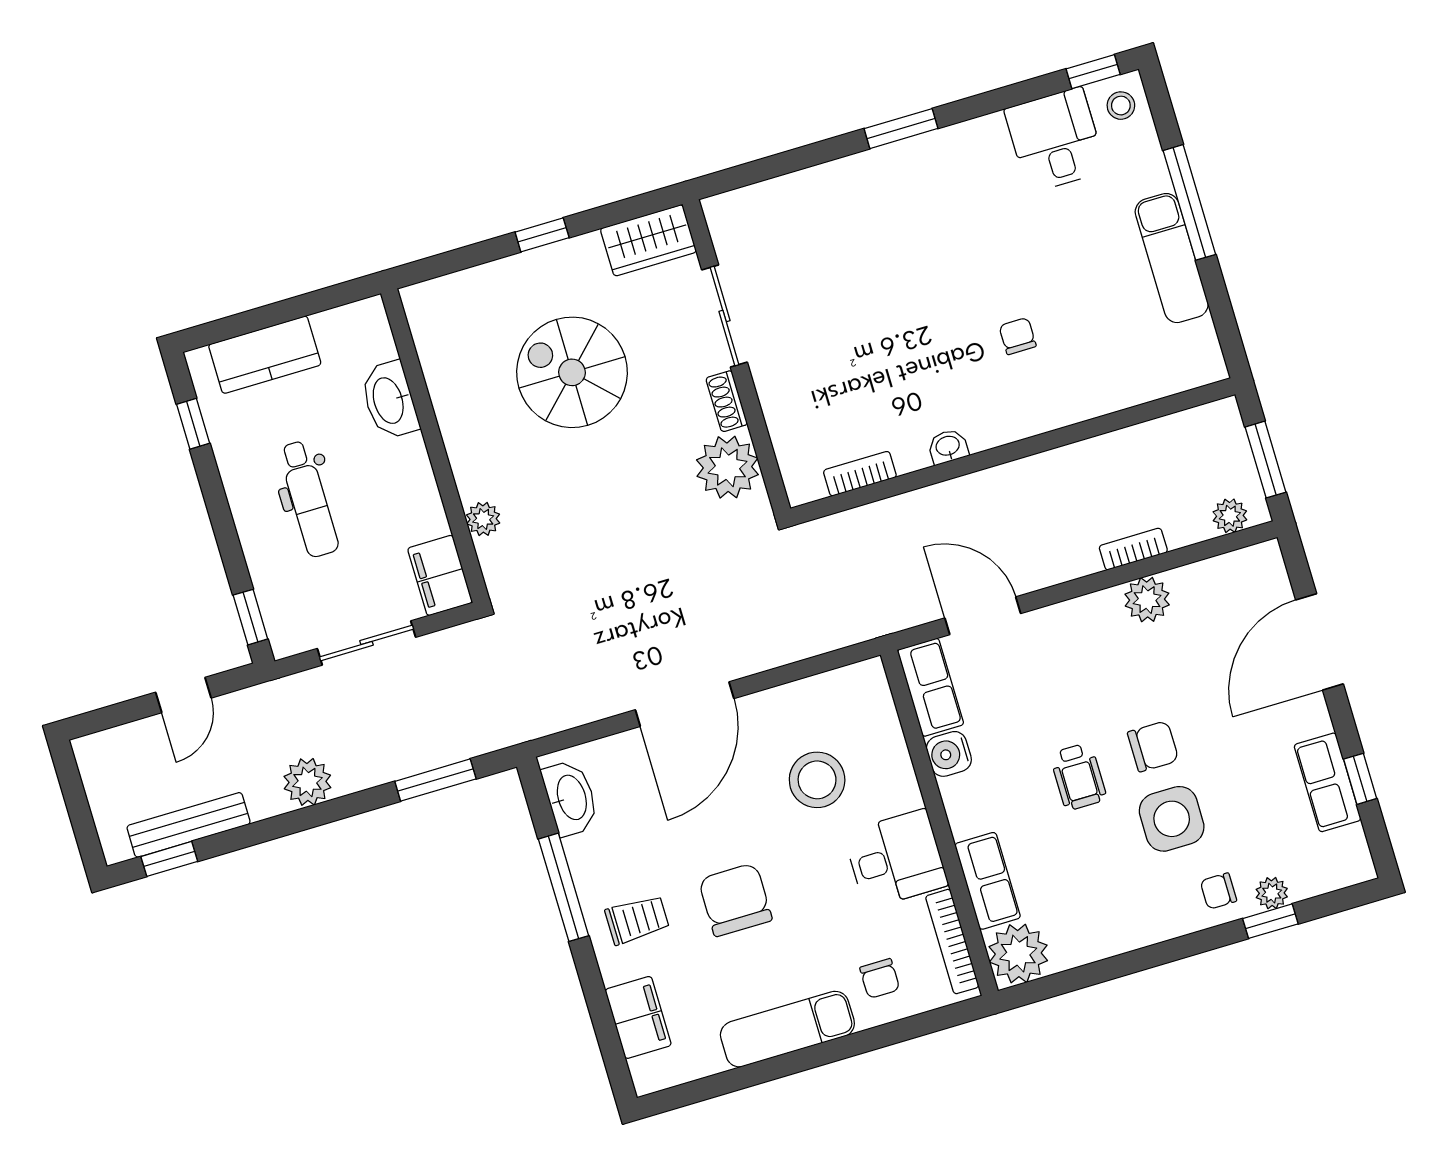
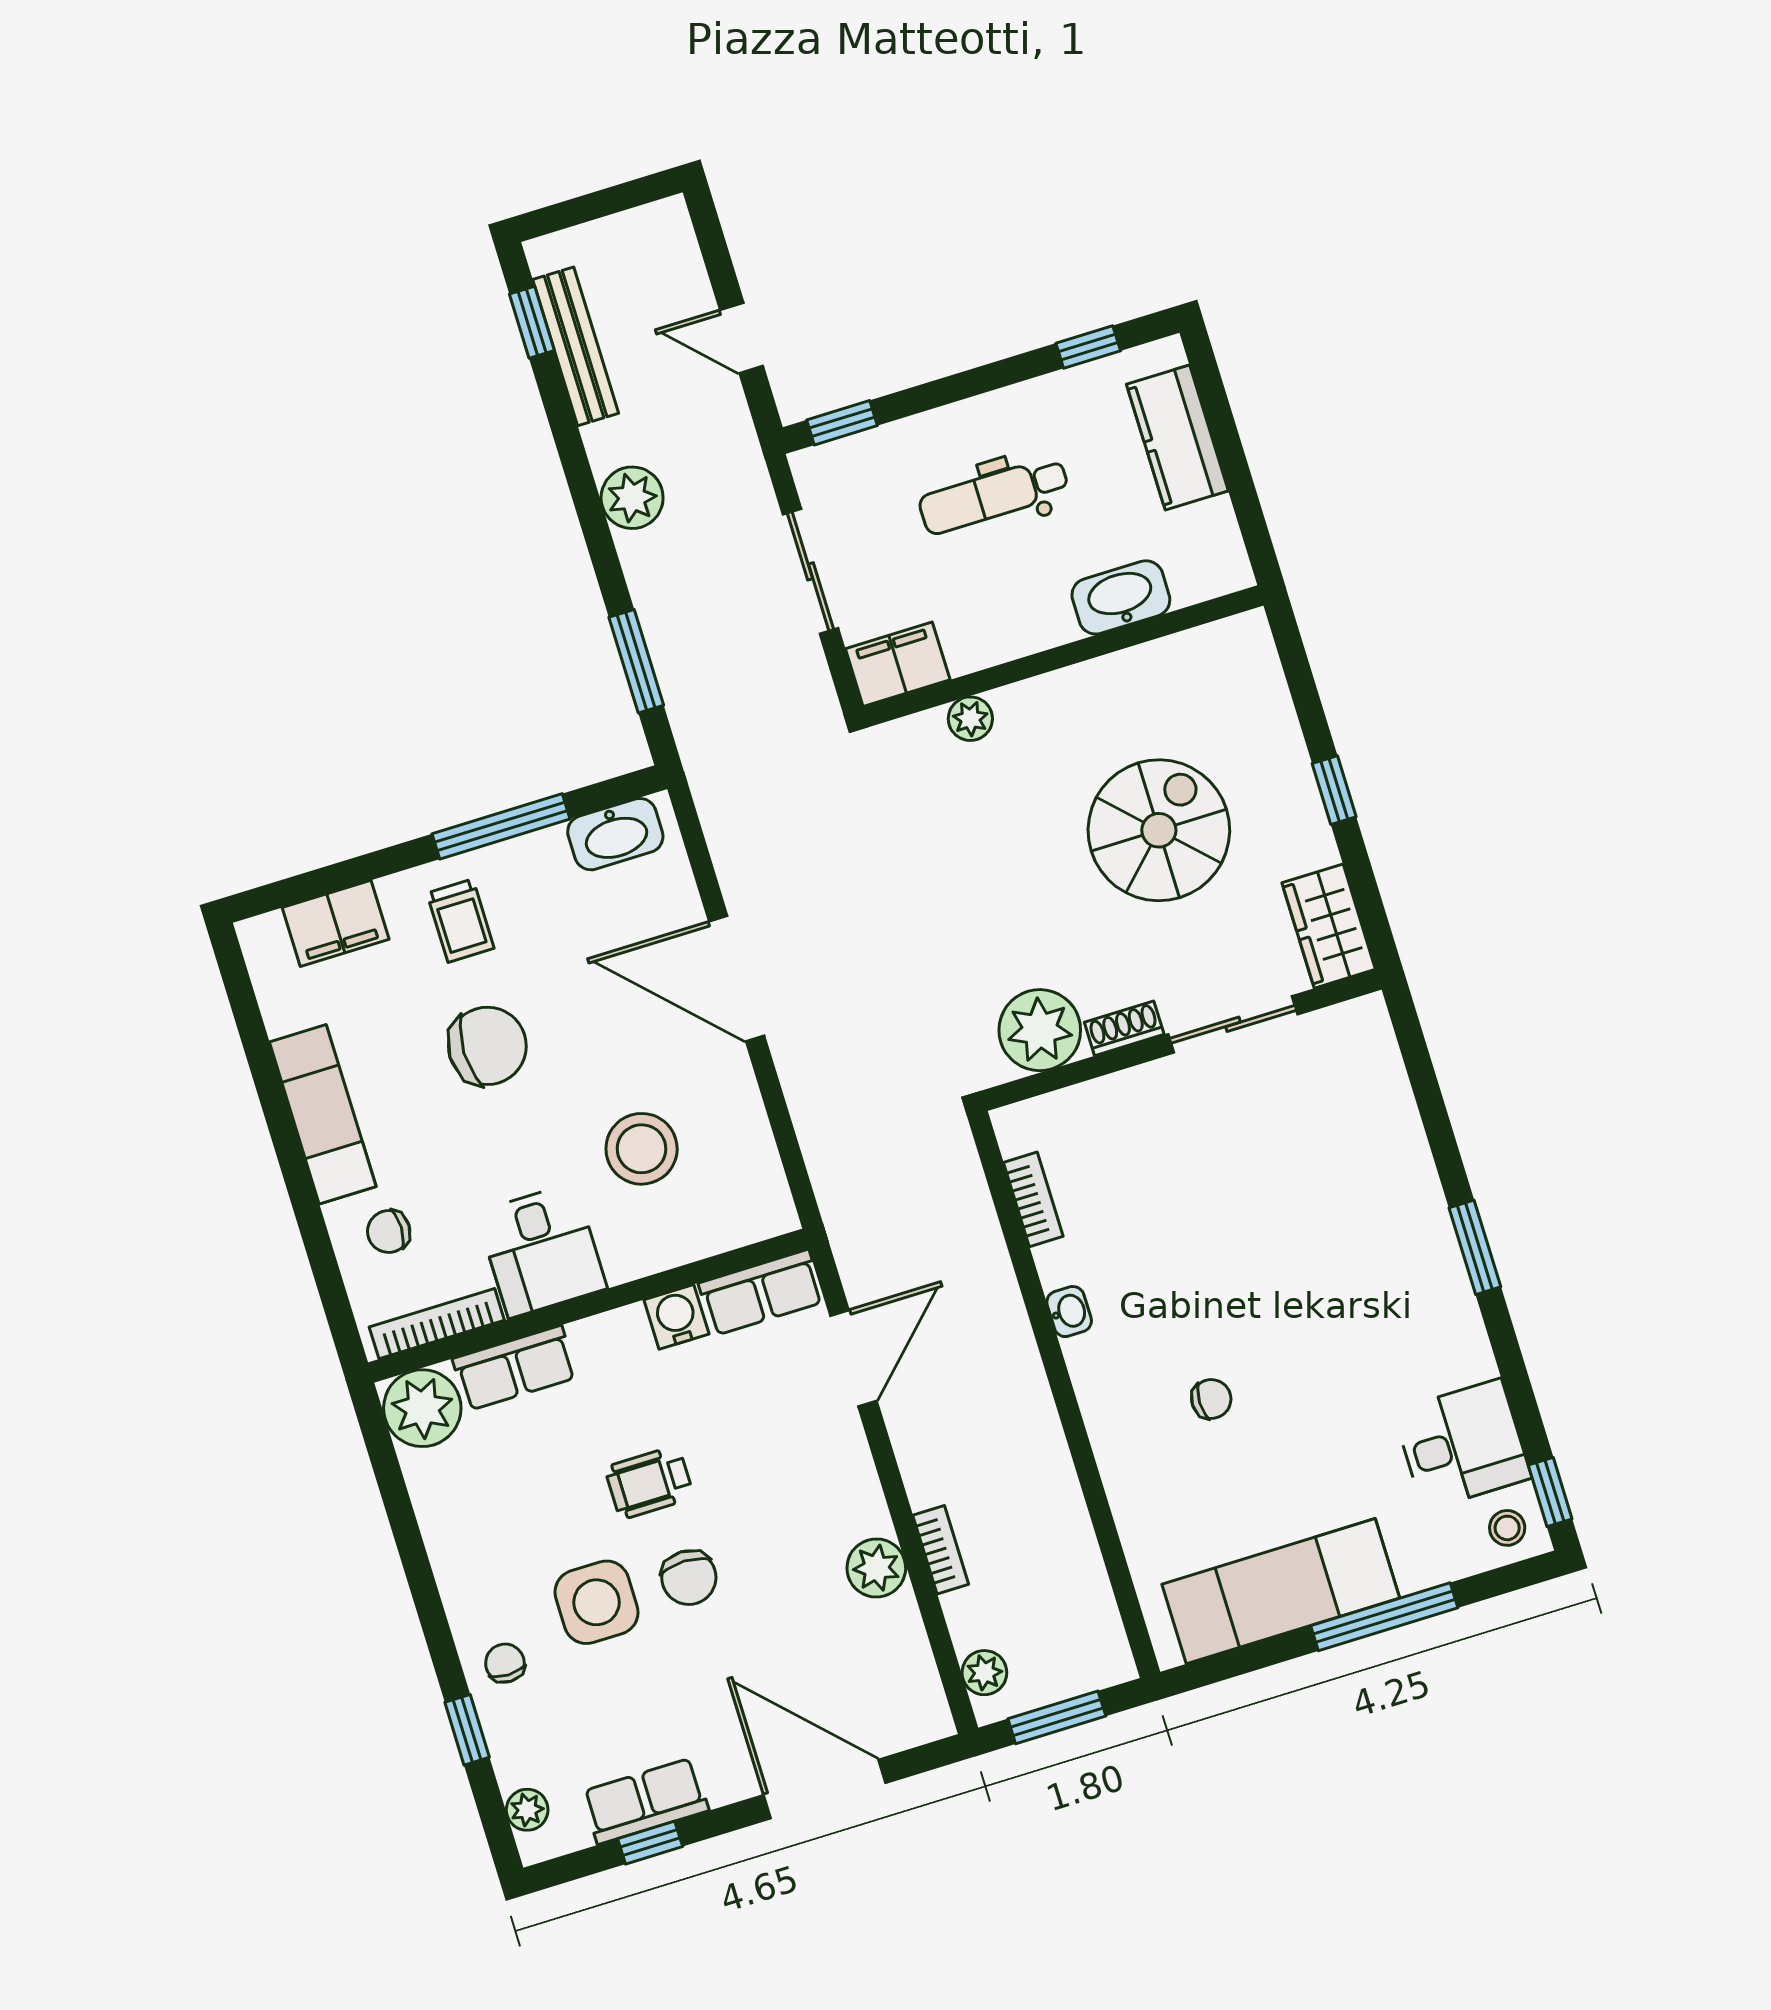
exam couch: (1172, 258) -> (1281, 1591), width x1.36, depth x1.45
plant: (1272, 893) -> (527, 1810), moved

